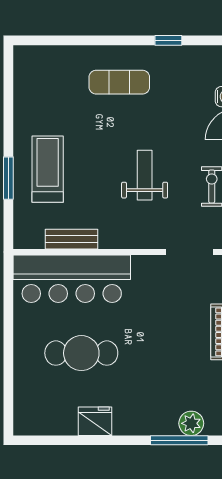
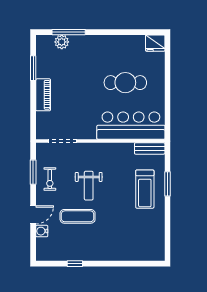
exercise mat: (119, 82) -> (78, 216), moved
bench: (71, 239) -> (150, 148), moved
fridge: (95, 421) -> (155, 43), moved

